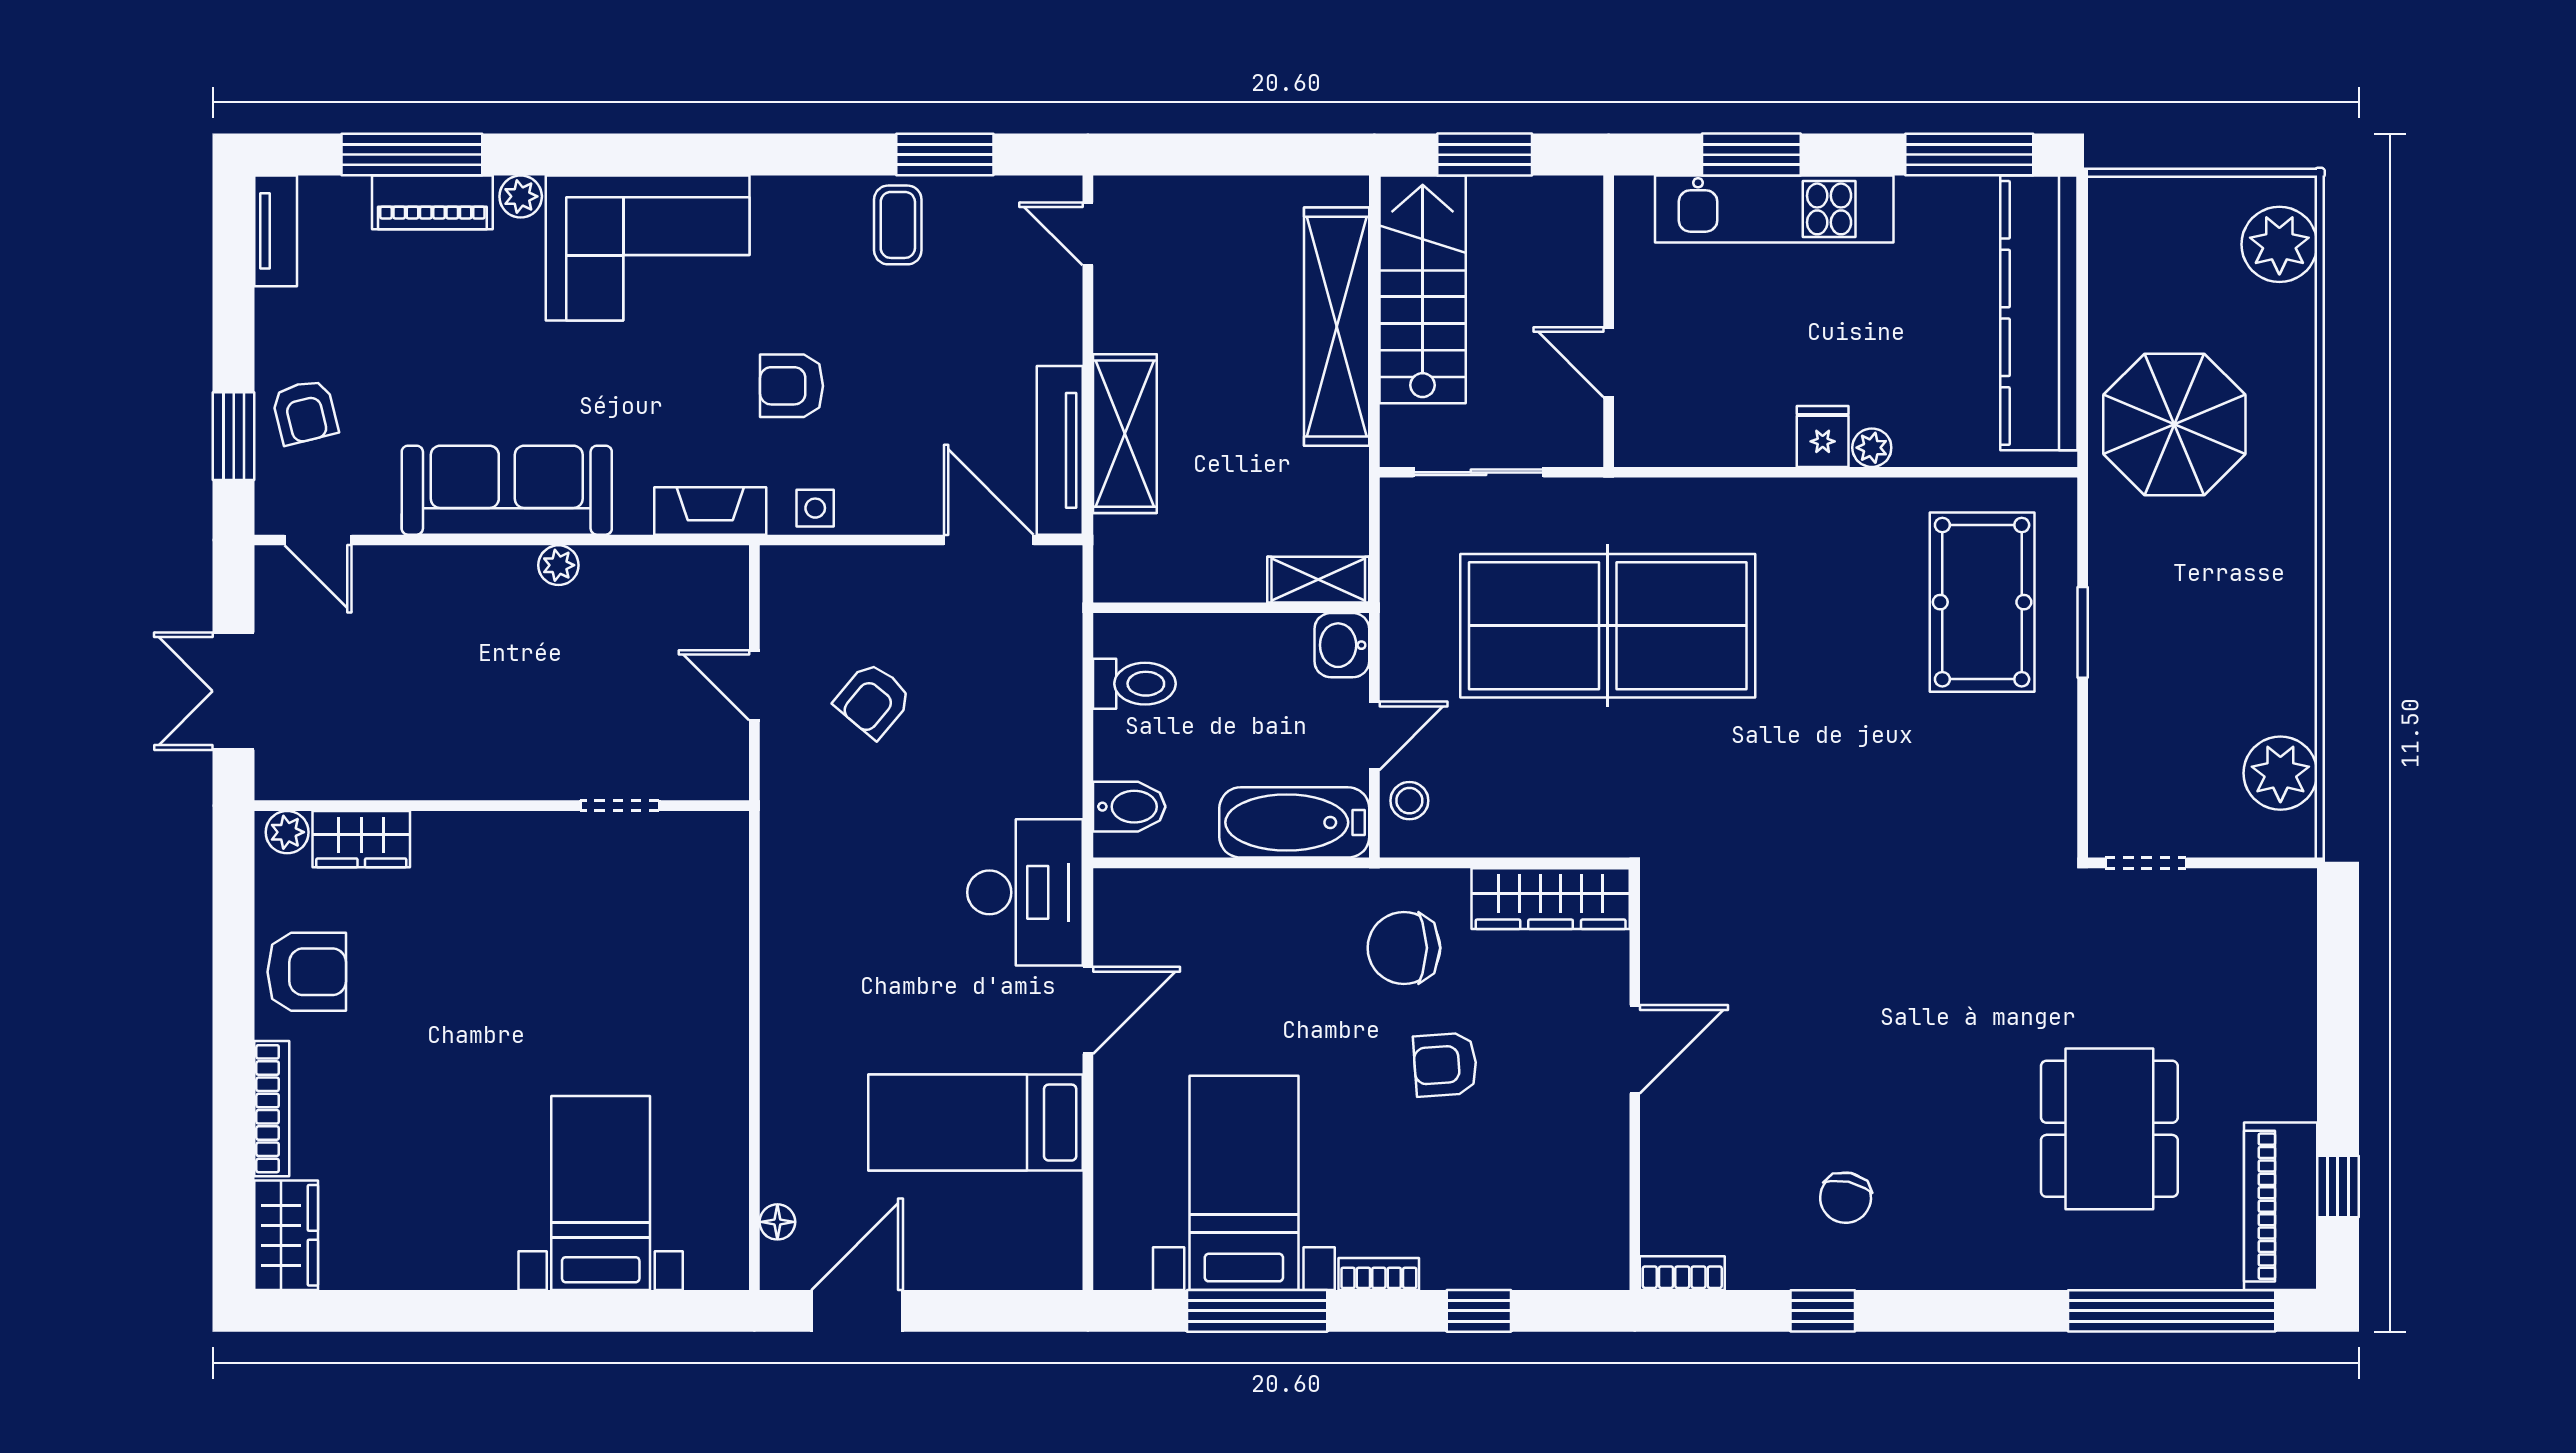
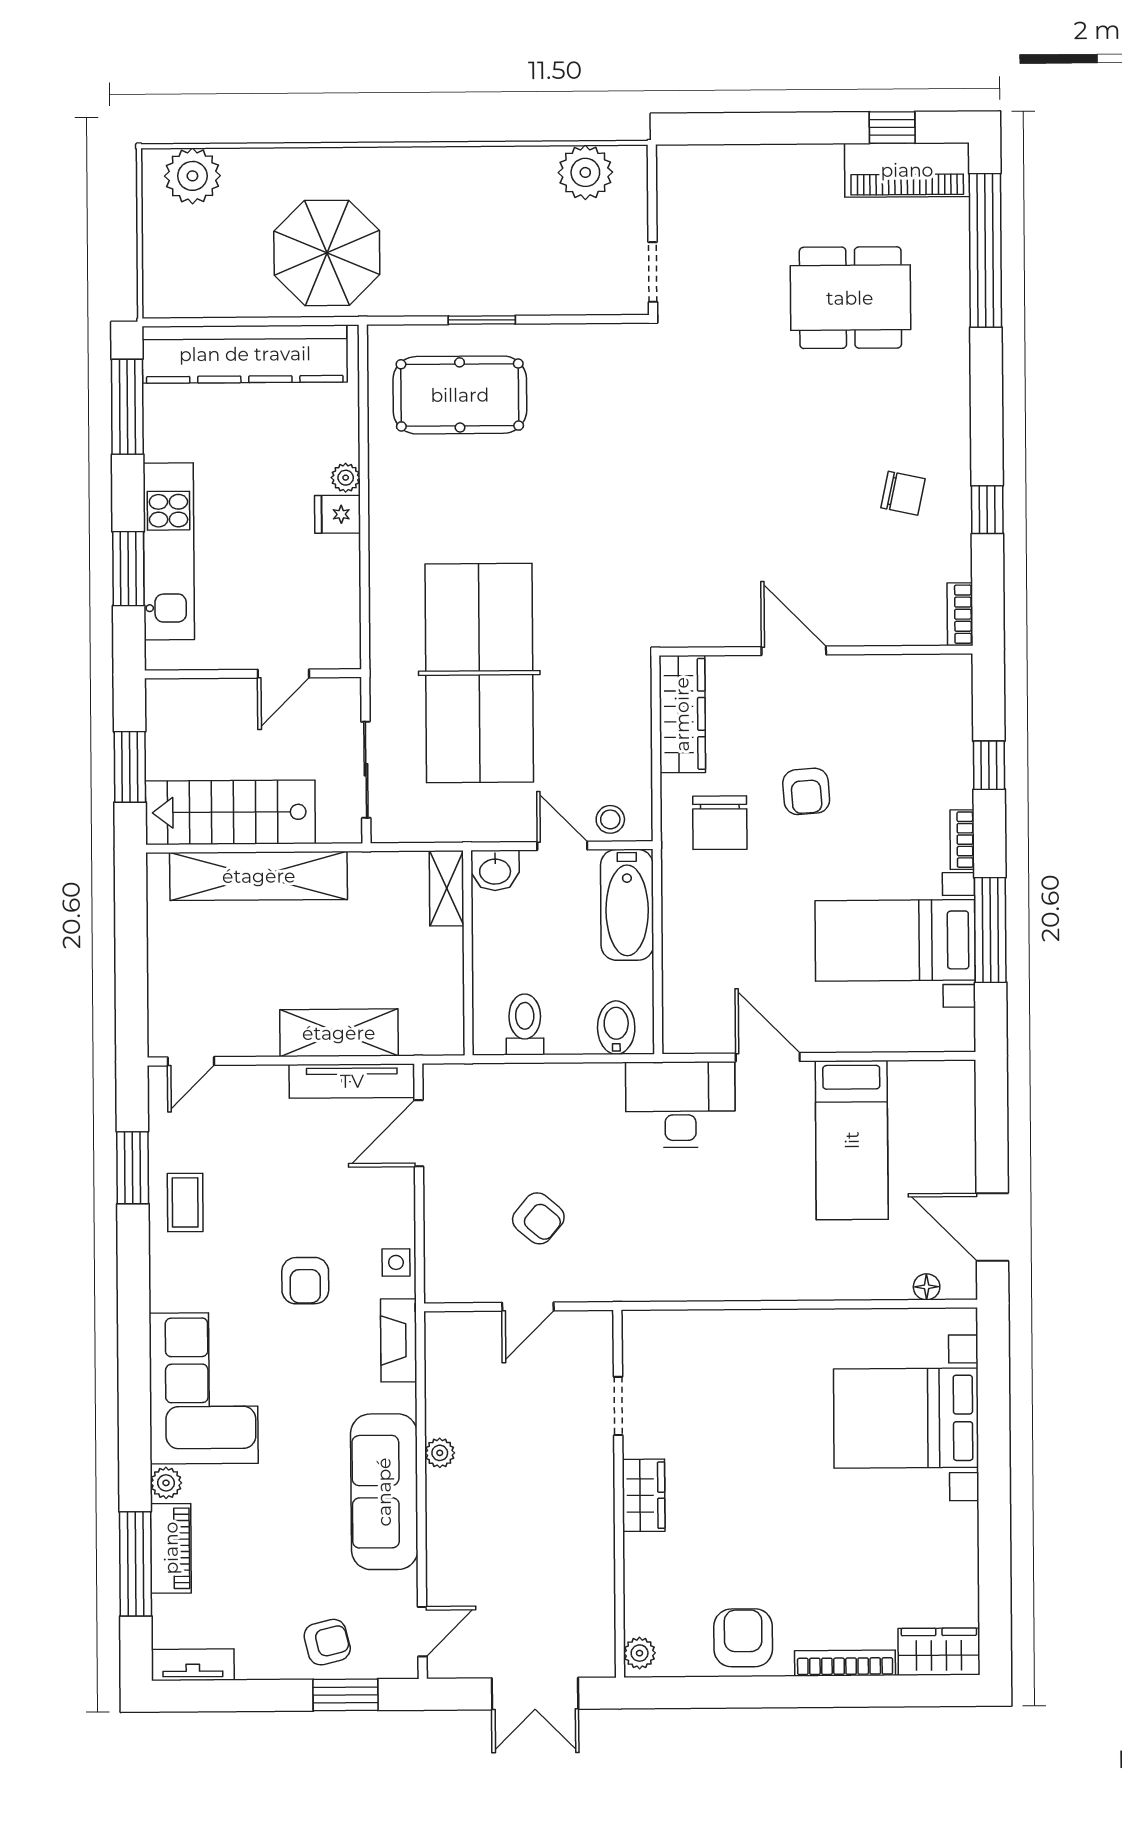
coffee table: (898, 225) -> (185, 1202), turned 90
wardrobe: (361, 839) -> (644, 1495), moved
bed with nightstands: (601, 1193) -> (906, 1418), width x1.36

